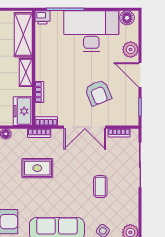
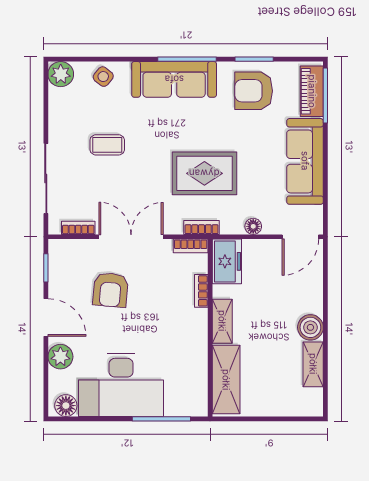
printer: (42, 17) -> (196, 406), removed
armchair: (98, 93) -> (110, 290), turned -153
rug: (37, 168) -> (204, 173), width x1.36, depth x1.43
coffee table: (100, 187) -> (107, 145), turned 90

